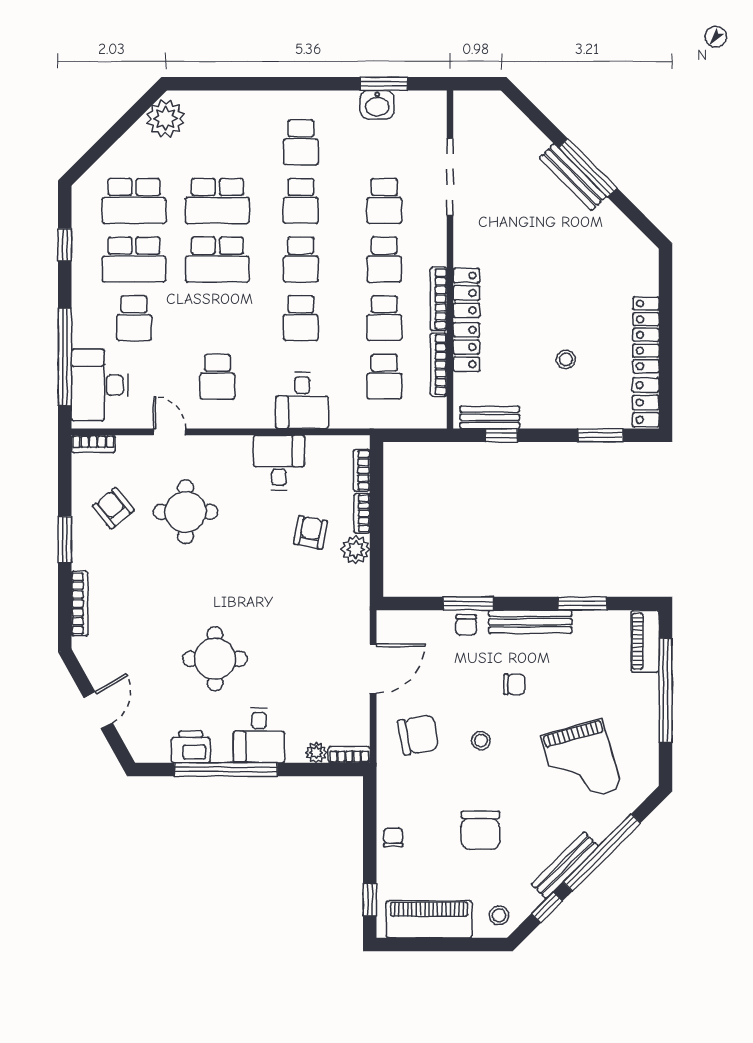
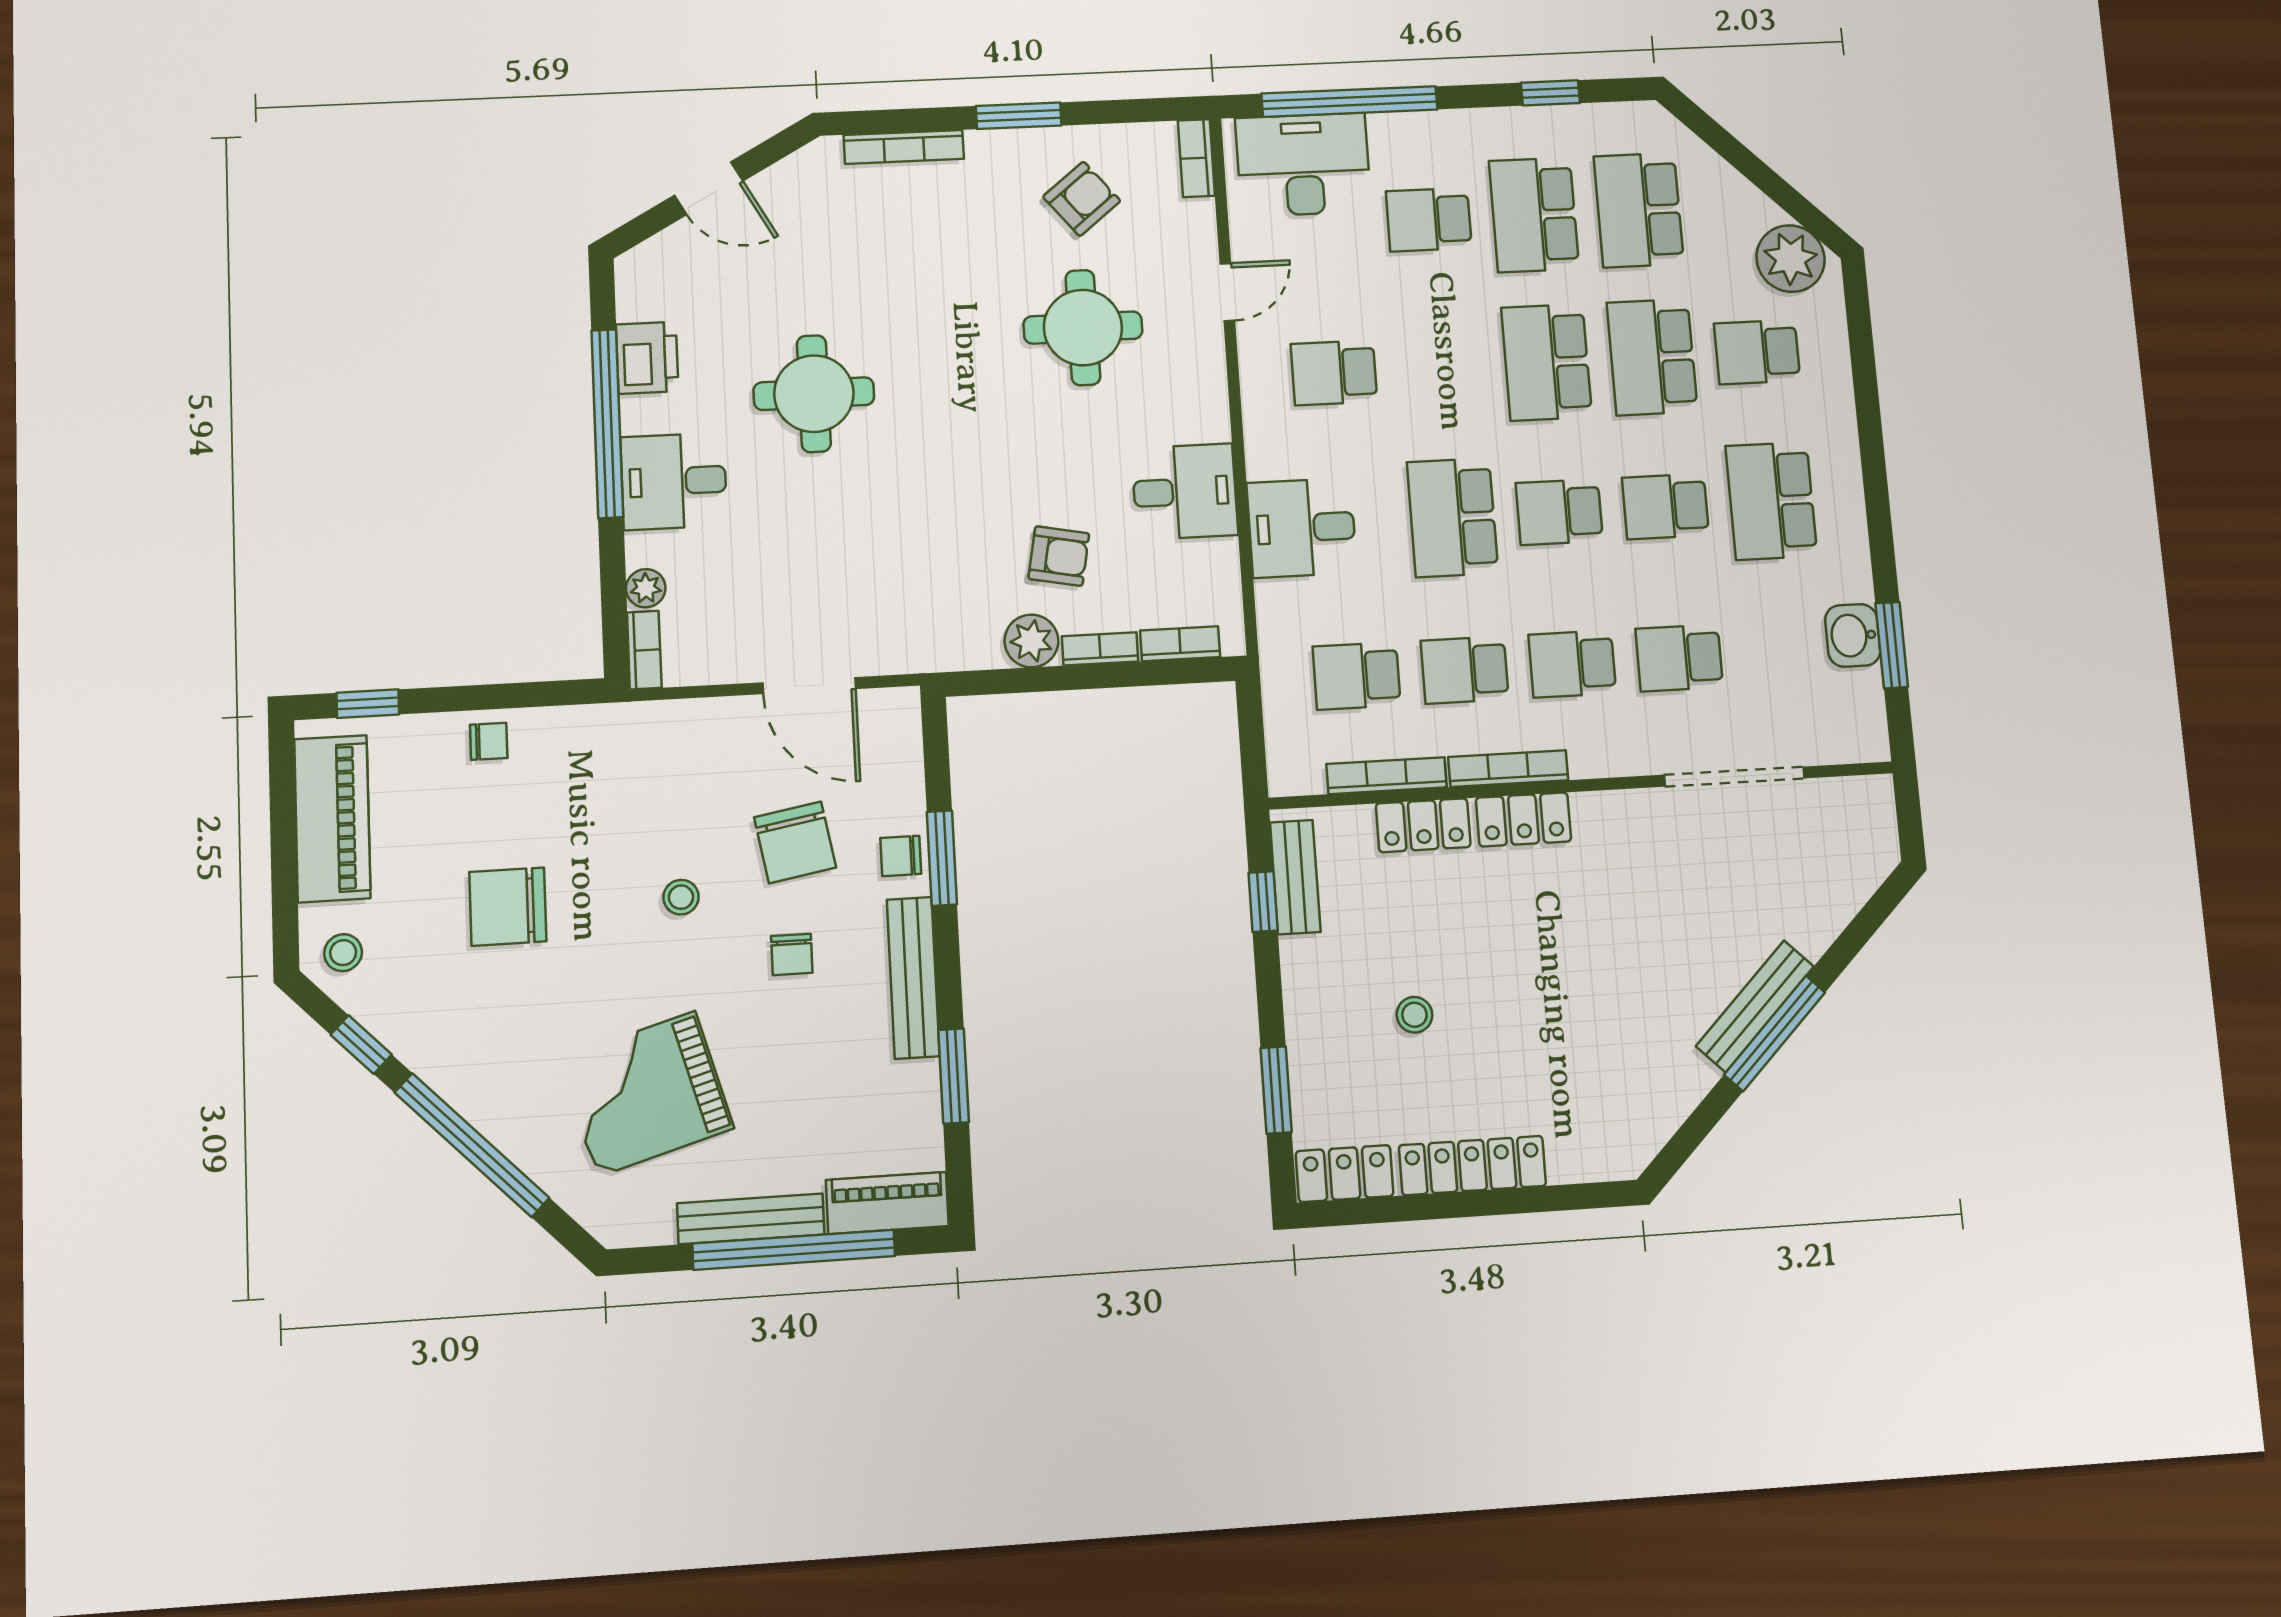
school desk: (217, 142) -> (1757, 352), added
school desk: (301, 142) -> (1771, 501), width x1.85
school desk: (301, 318) -> (1453, 518), width x1.85
chair: (418, 735) -> (795, 842), moved
bench: (565, 865) -> (751, 1219), moved, turned -45

